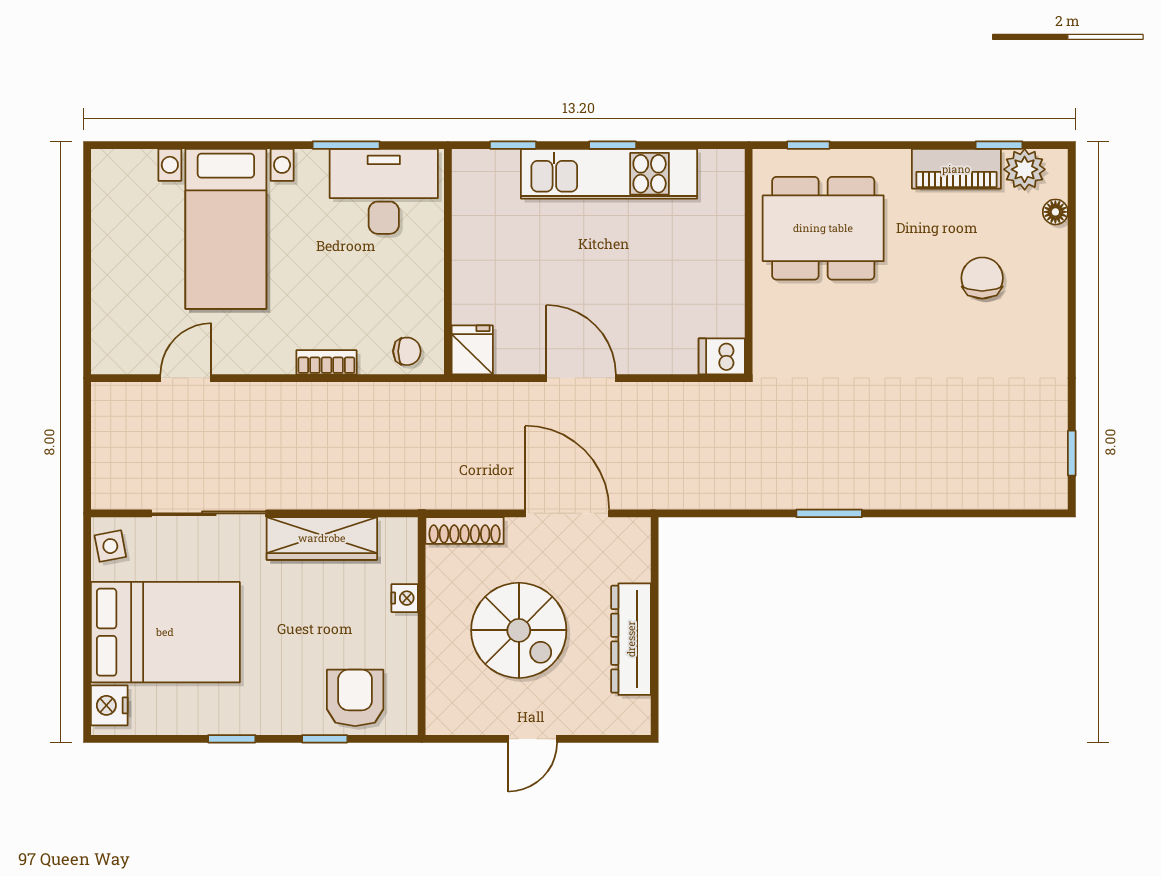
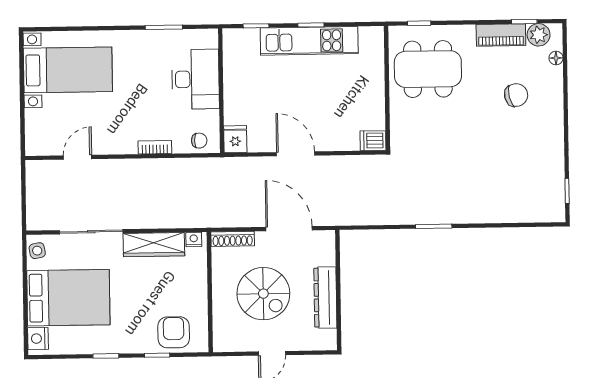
desk: (384, 191) -> (195, 79), moved, turned 90
bed with nightstands: (226, 229) -> (68, 70), moved, turned -90
chair: (982, 278) -> (516, 95), turned 76
nightstand: (405, 598) -> (194, 239), moved, turned -90

